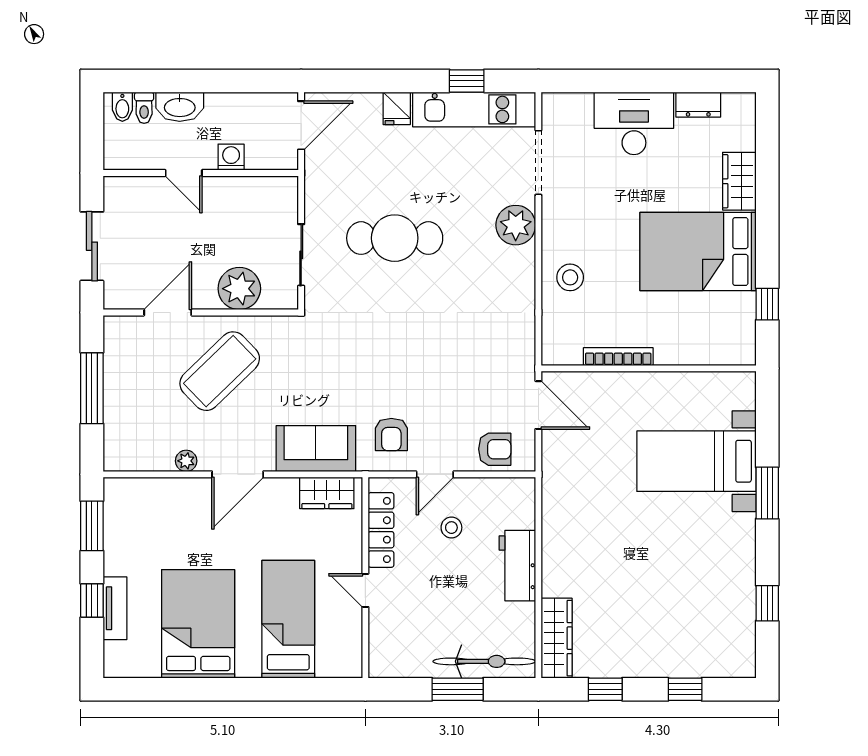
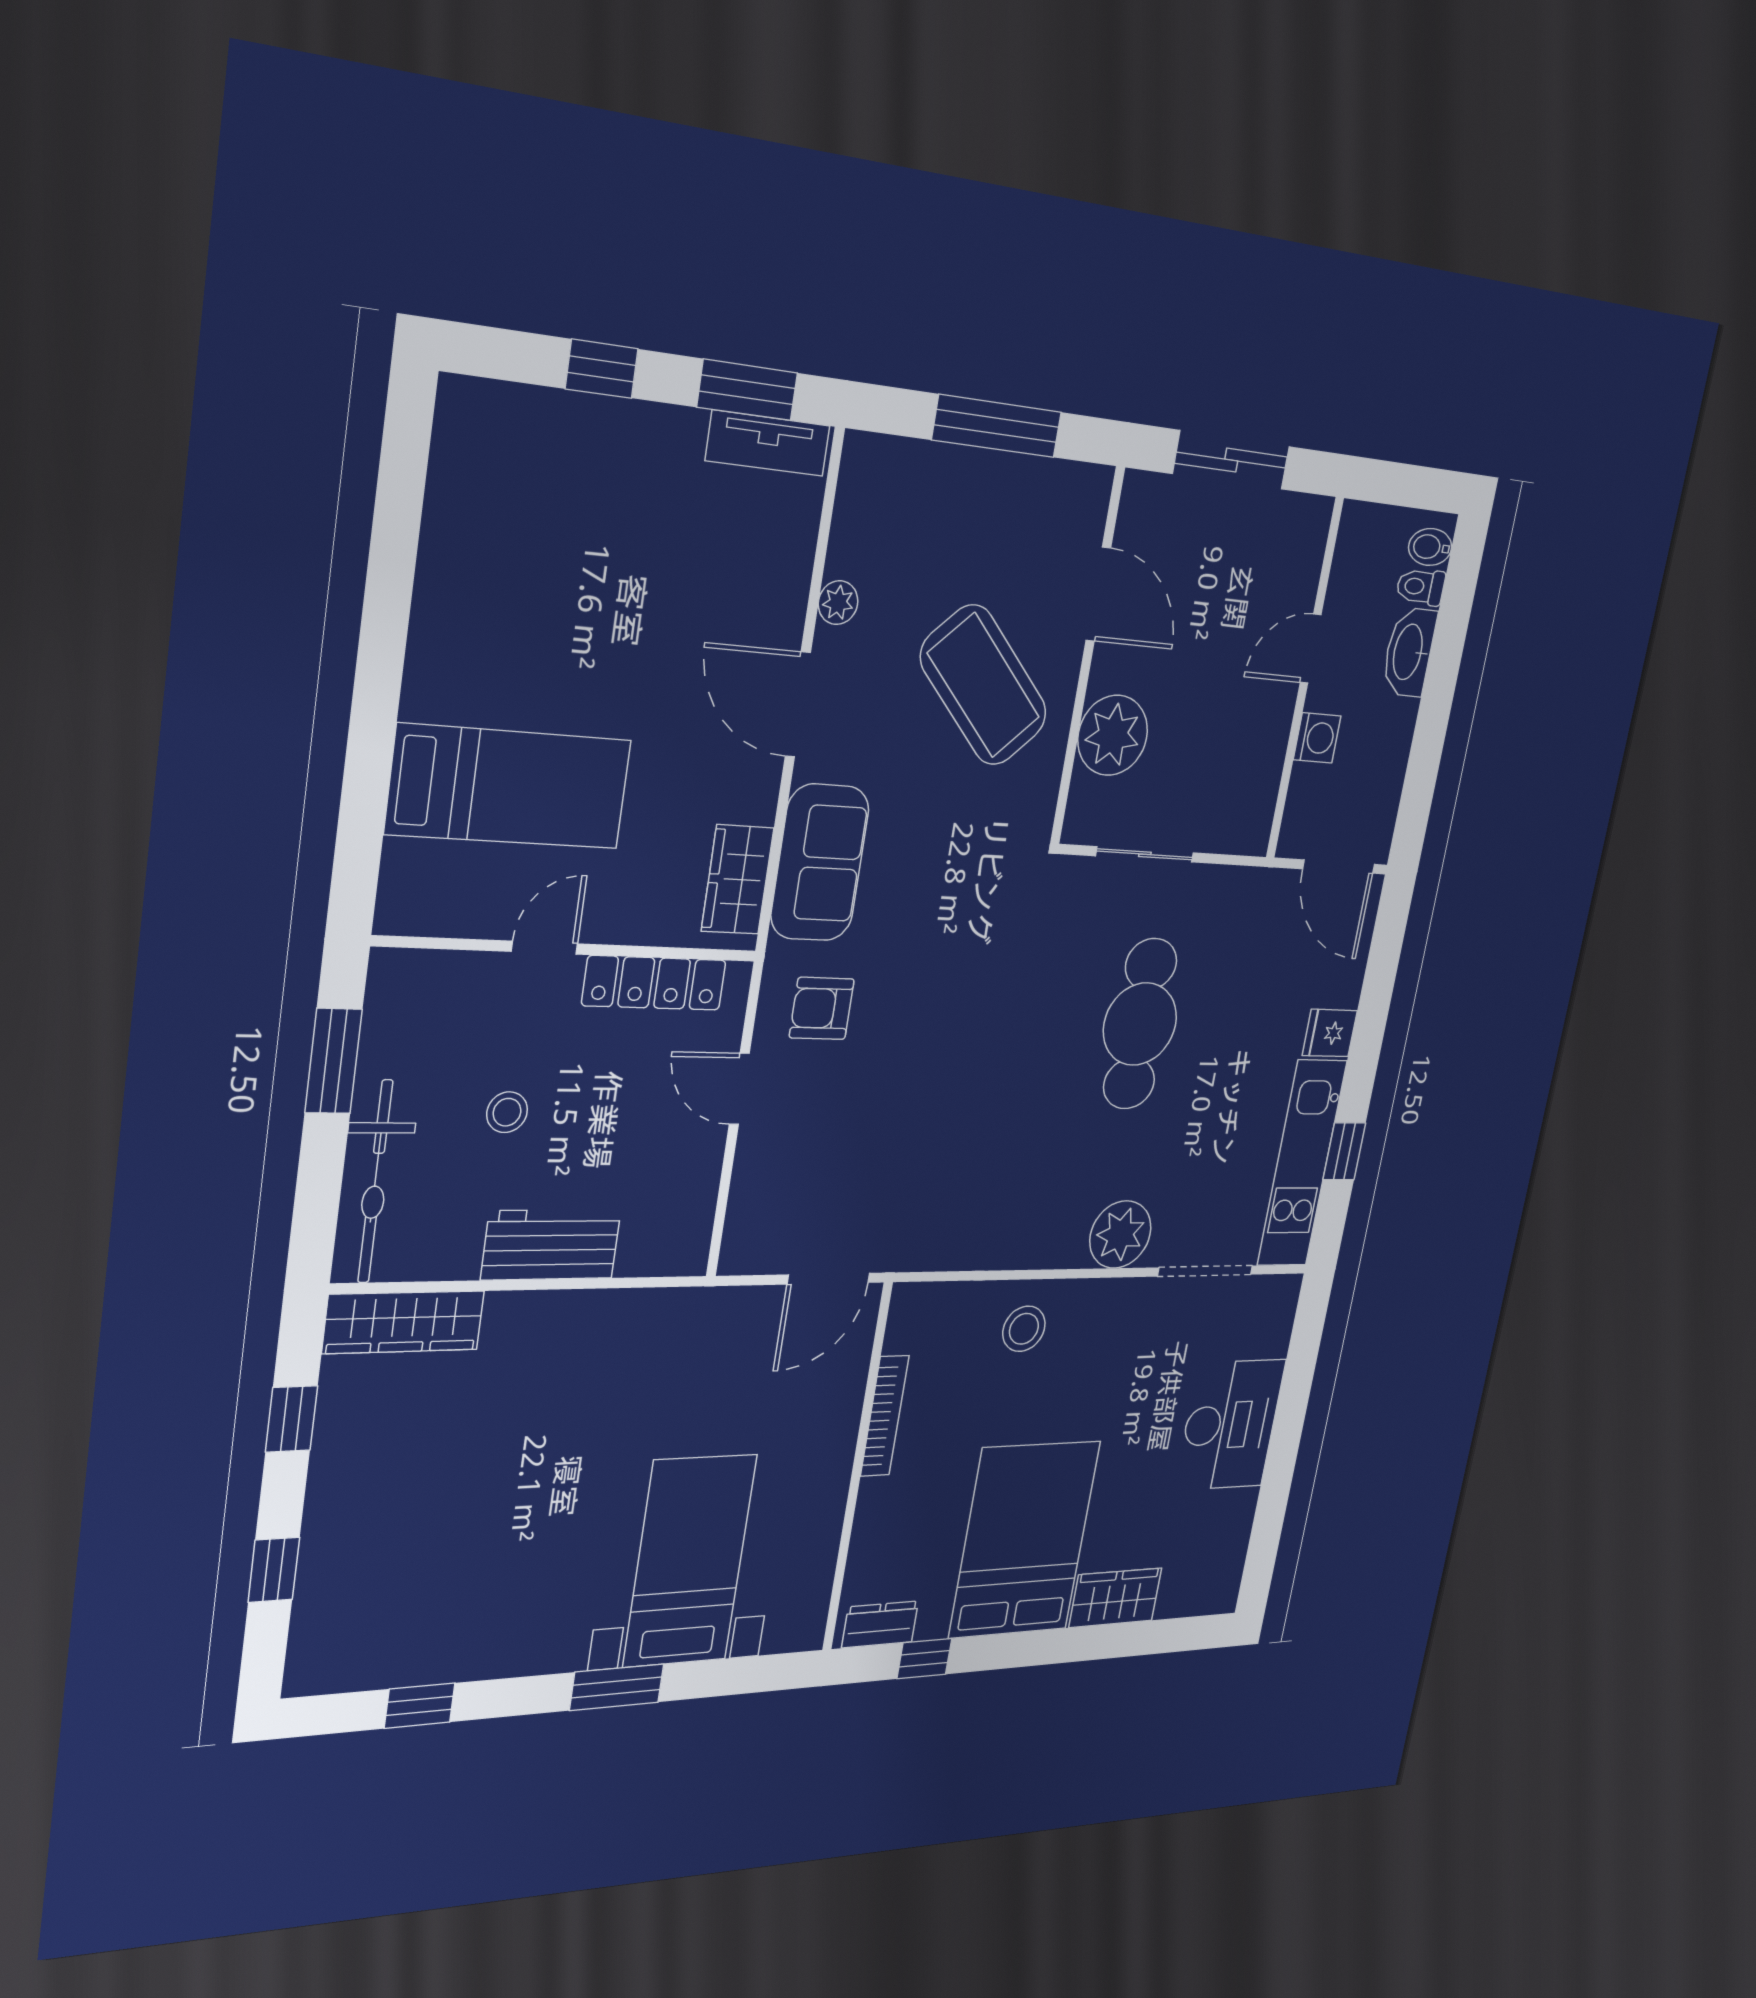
dresser: (698, 105) -> (880, 1624), moved, turned 90
armchair: (495, 449) -> (766, 1201), removed
stool: (451, 528) -> (507, 1112), moved
tv unit: (115, 608) -> (768, 443), moved
bed: (198, 624) -> (524, 595), removed
window: (458, 689) -> (333, 1061), moved

